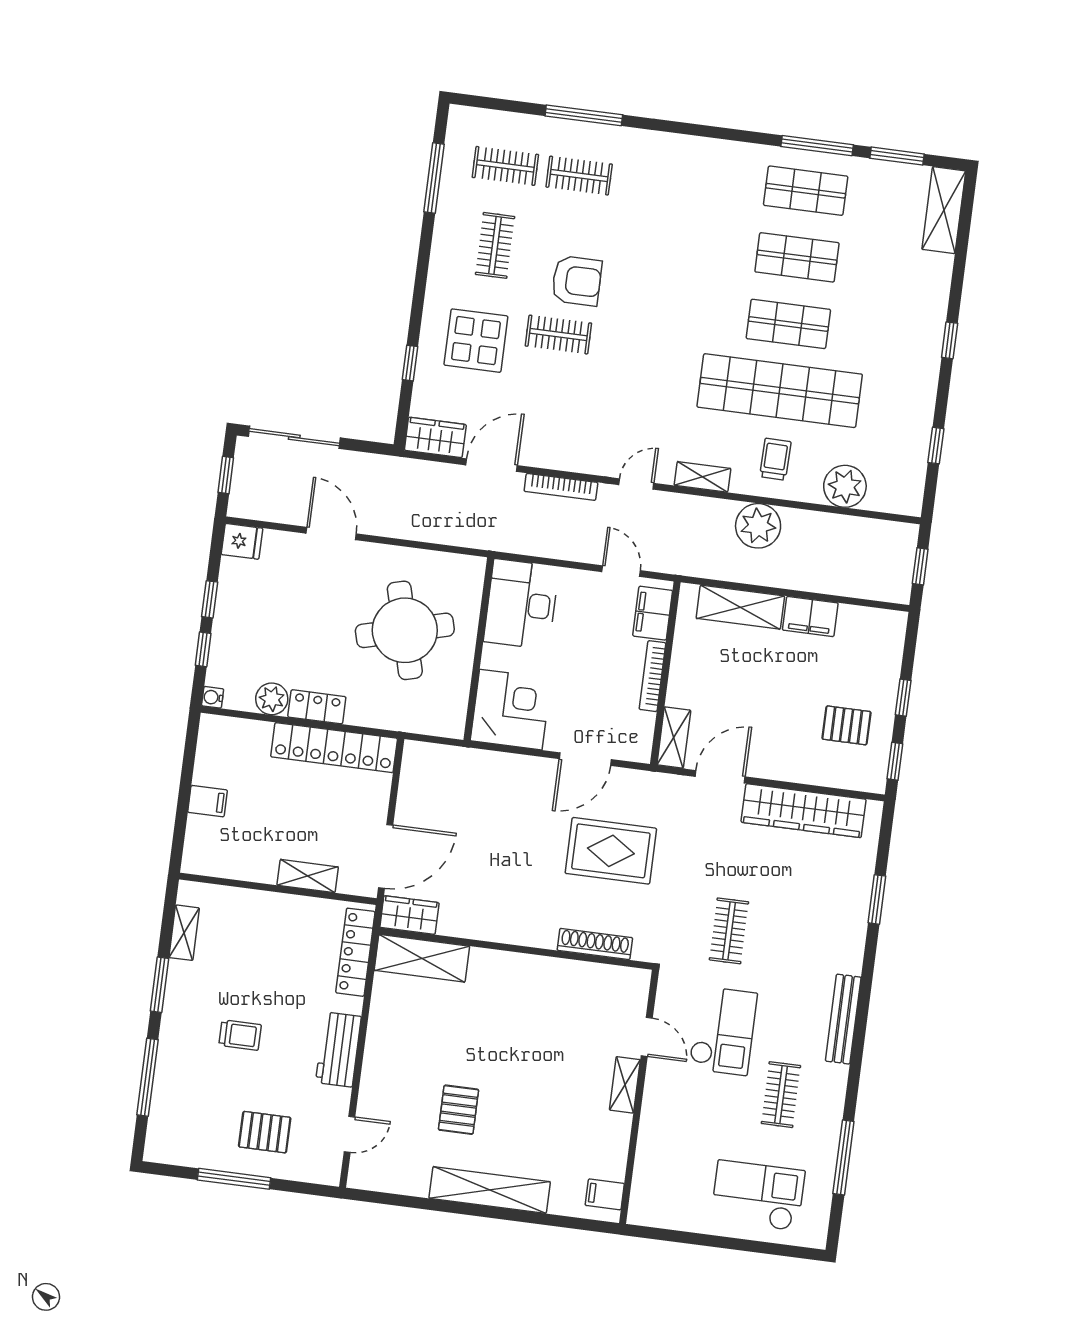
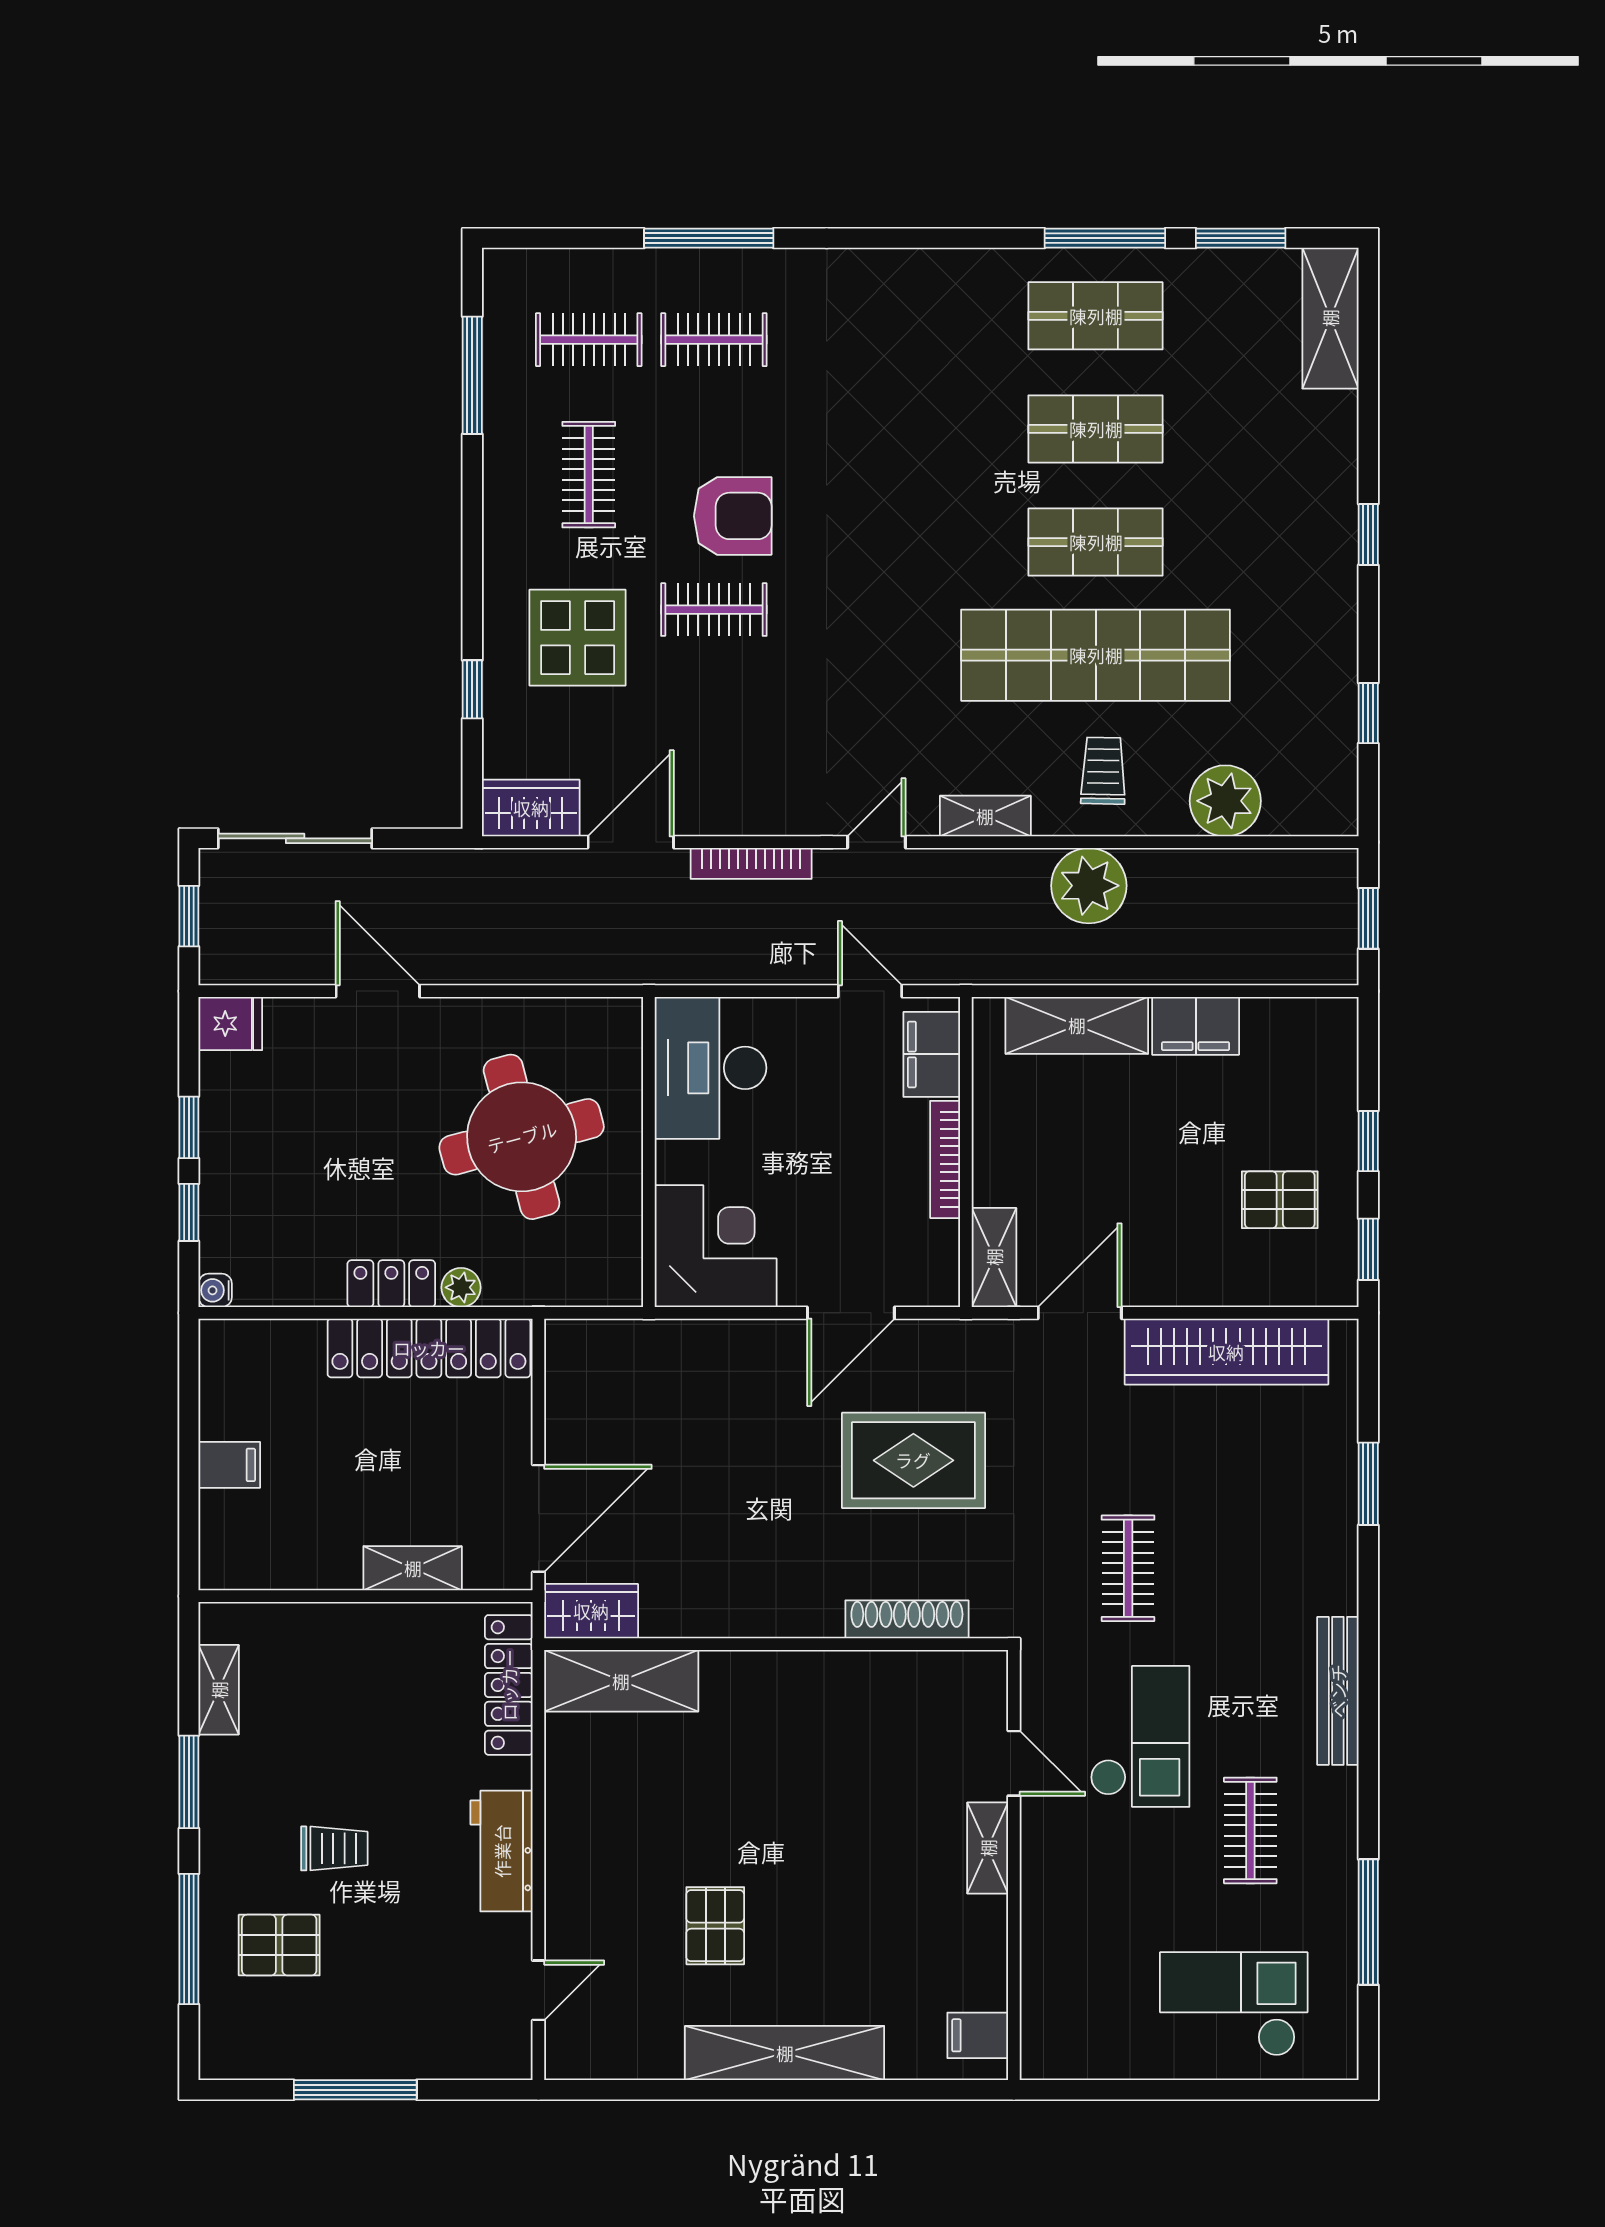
plant: (272, 699) -> (461, 1287), moved, width x0.73, depth x0.73
pallet: (265, 1132) -> (279, 1945), moved

